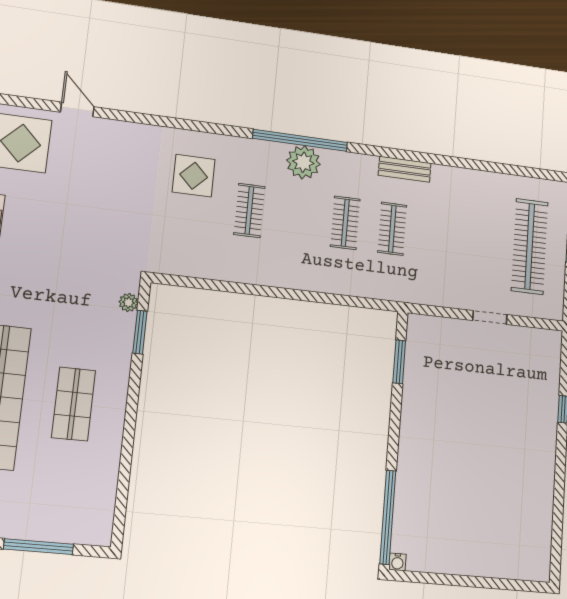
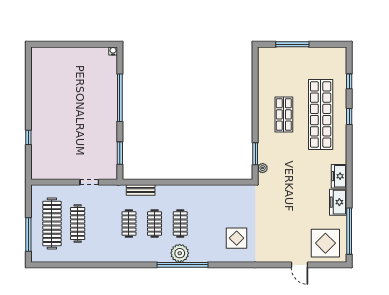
bench: (405, 169) -> (141, 190), moved
clothes rail: (249, 210) -> (180, 224), moved
clothes rail: (484, 241) -> (78, 224), added
doorway: (490, 317) -> (89, 182), moved
window: (388, 517) -> (120, 98), moved

